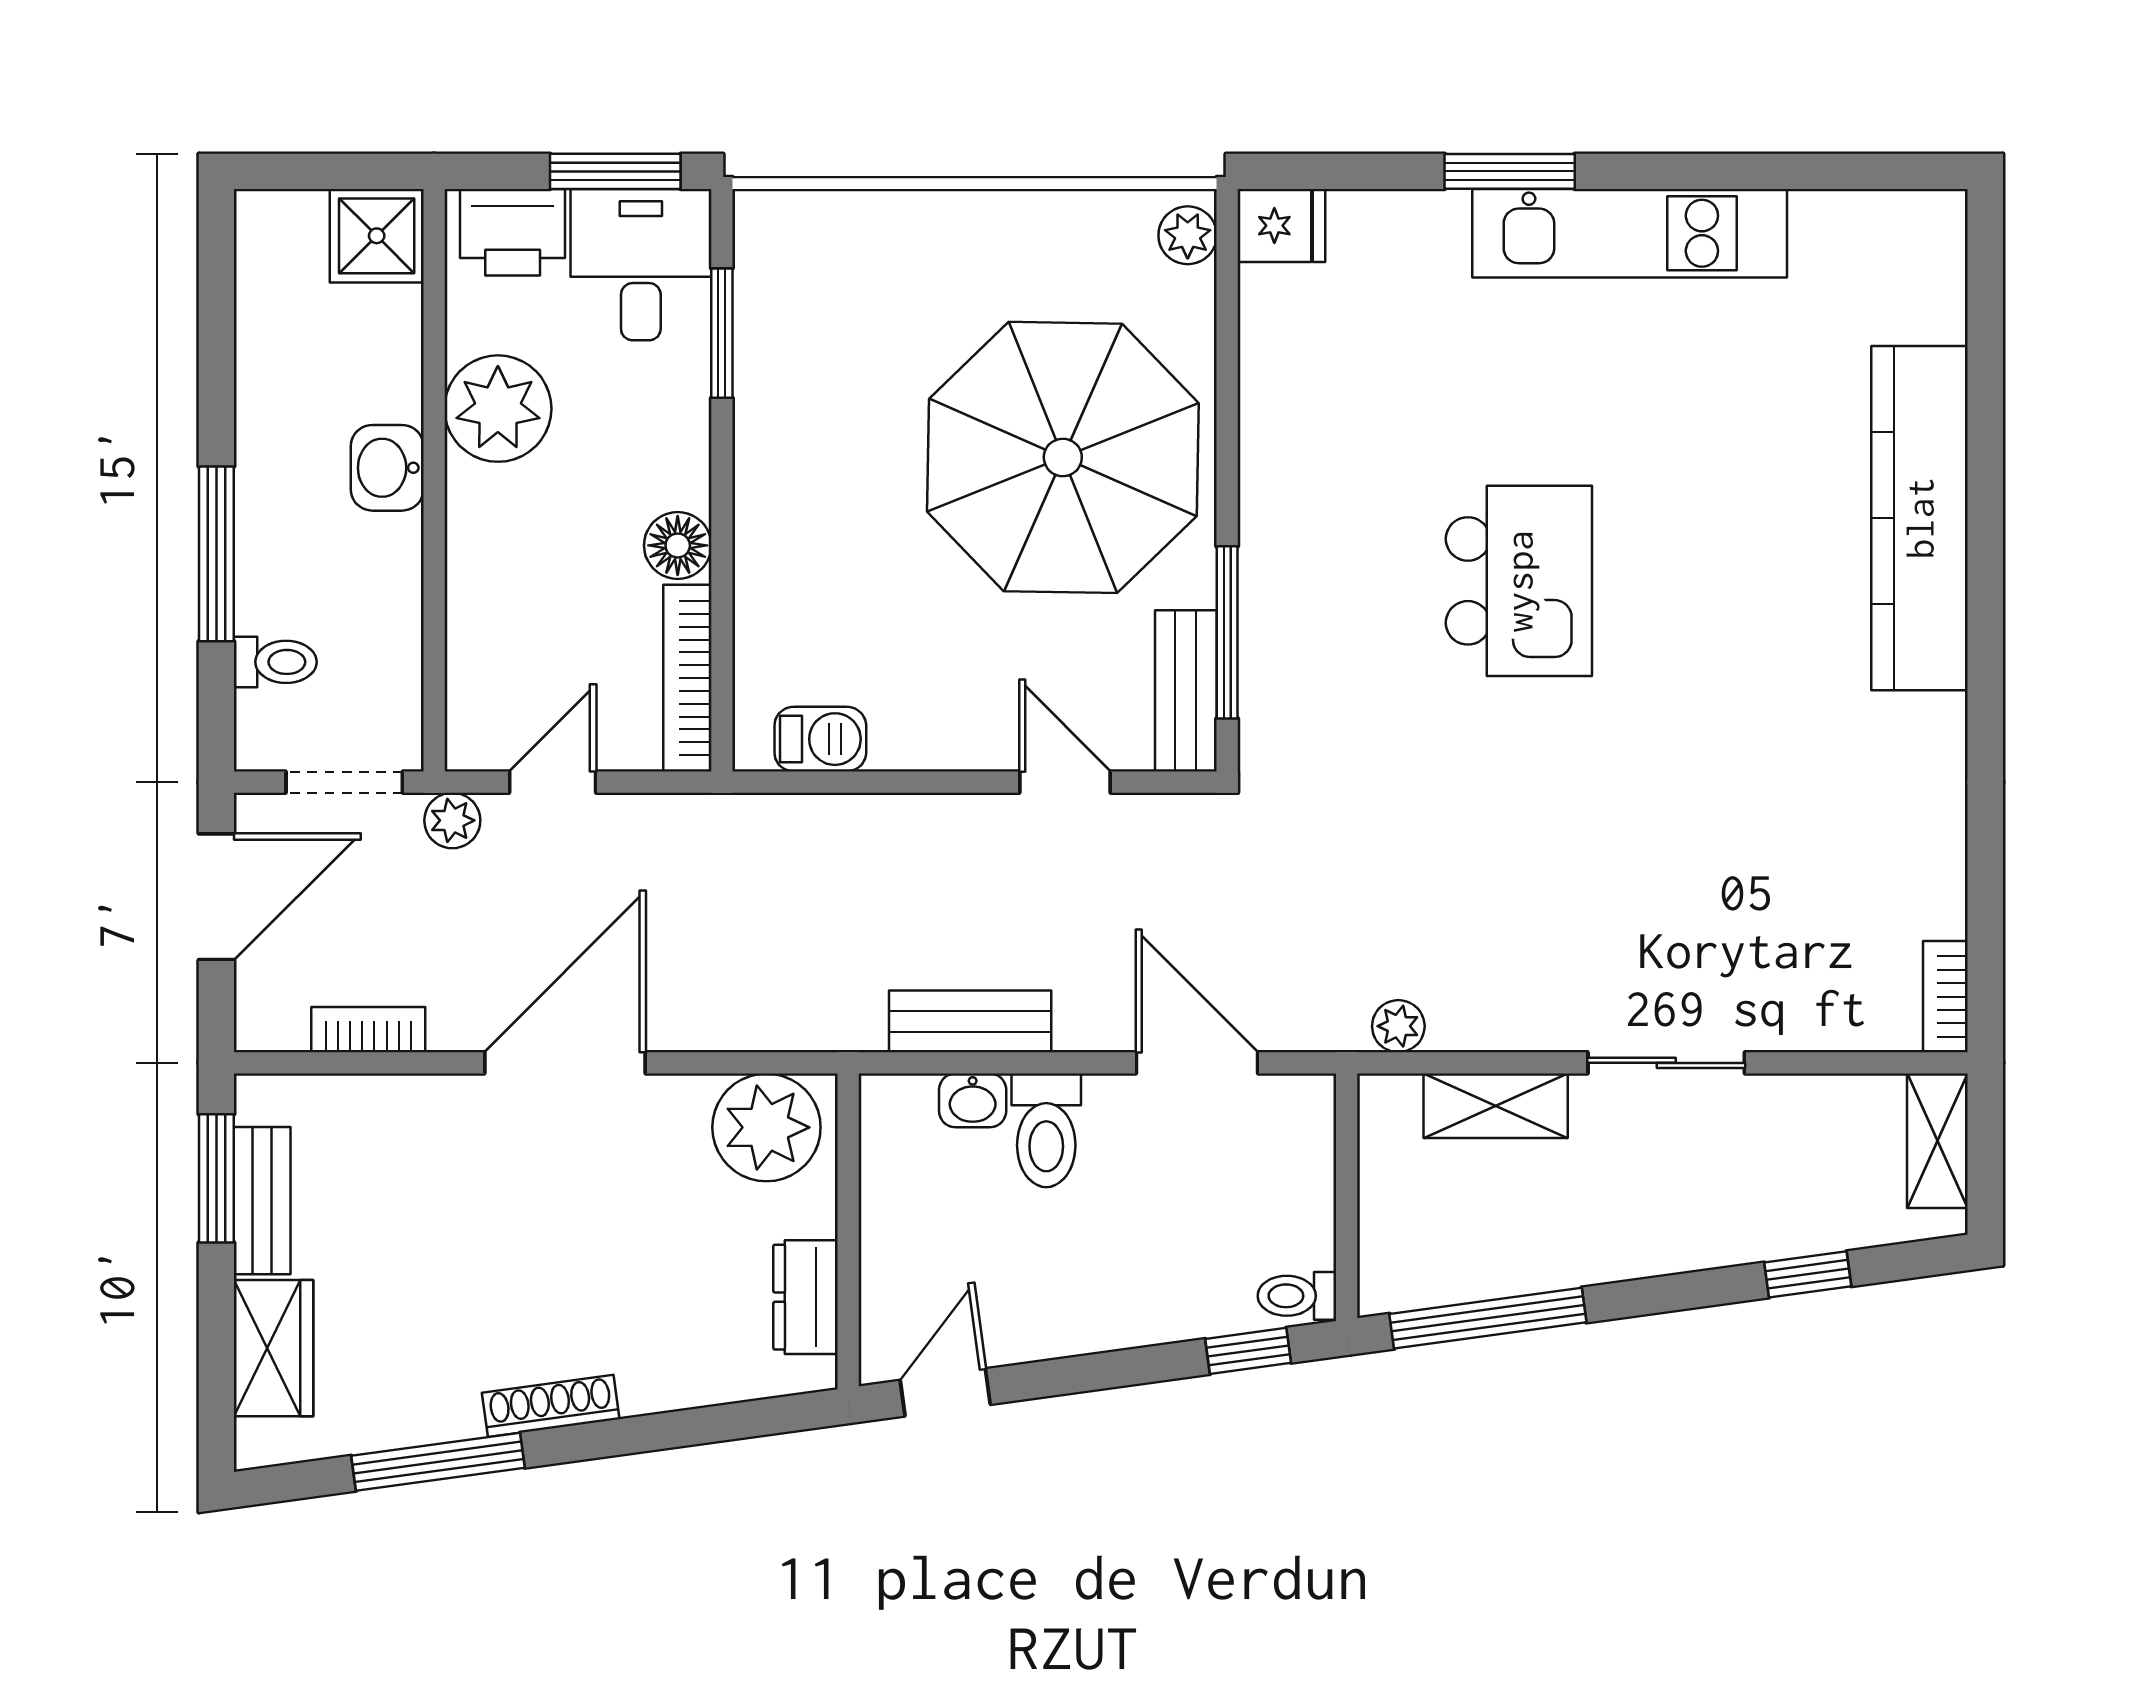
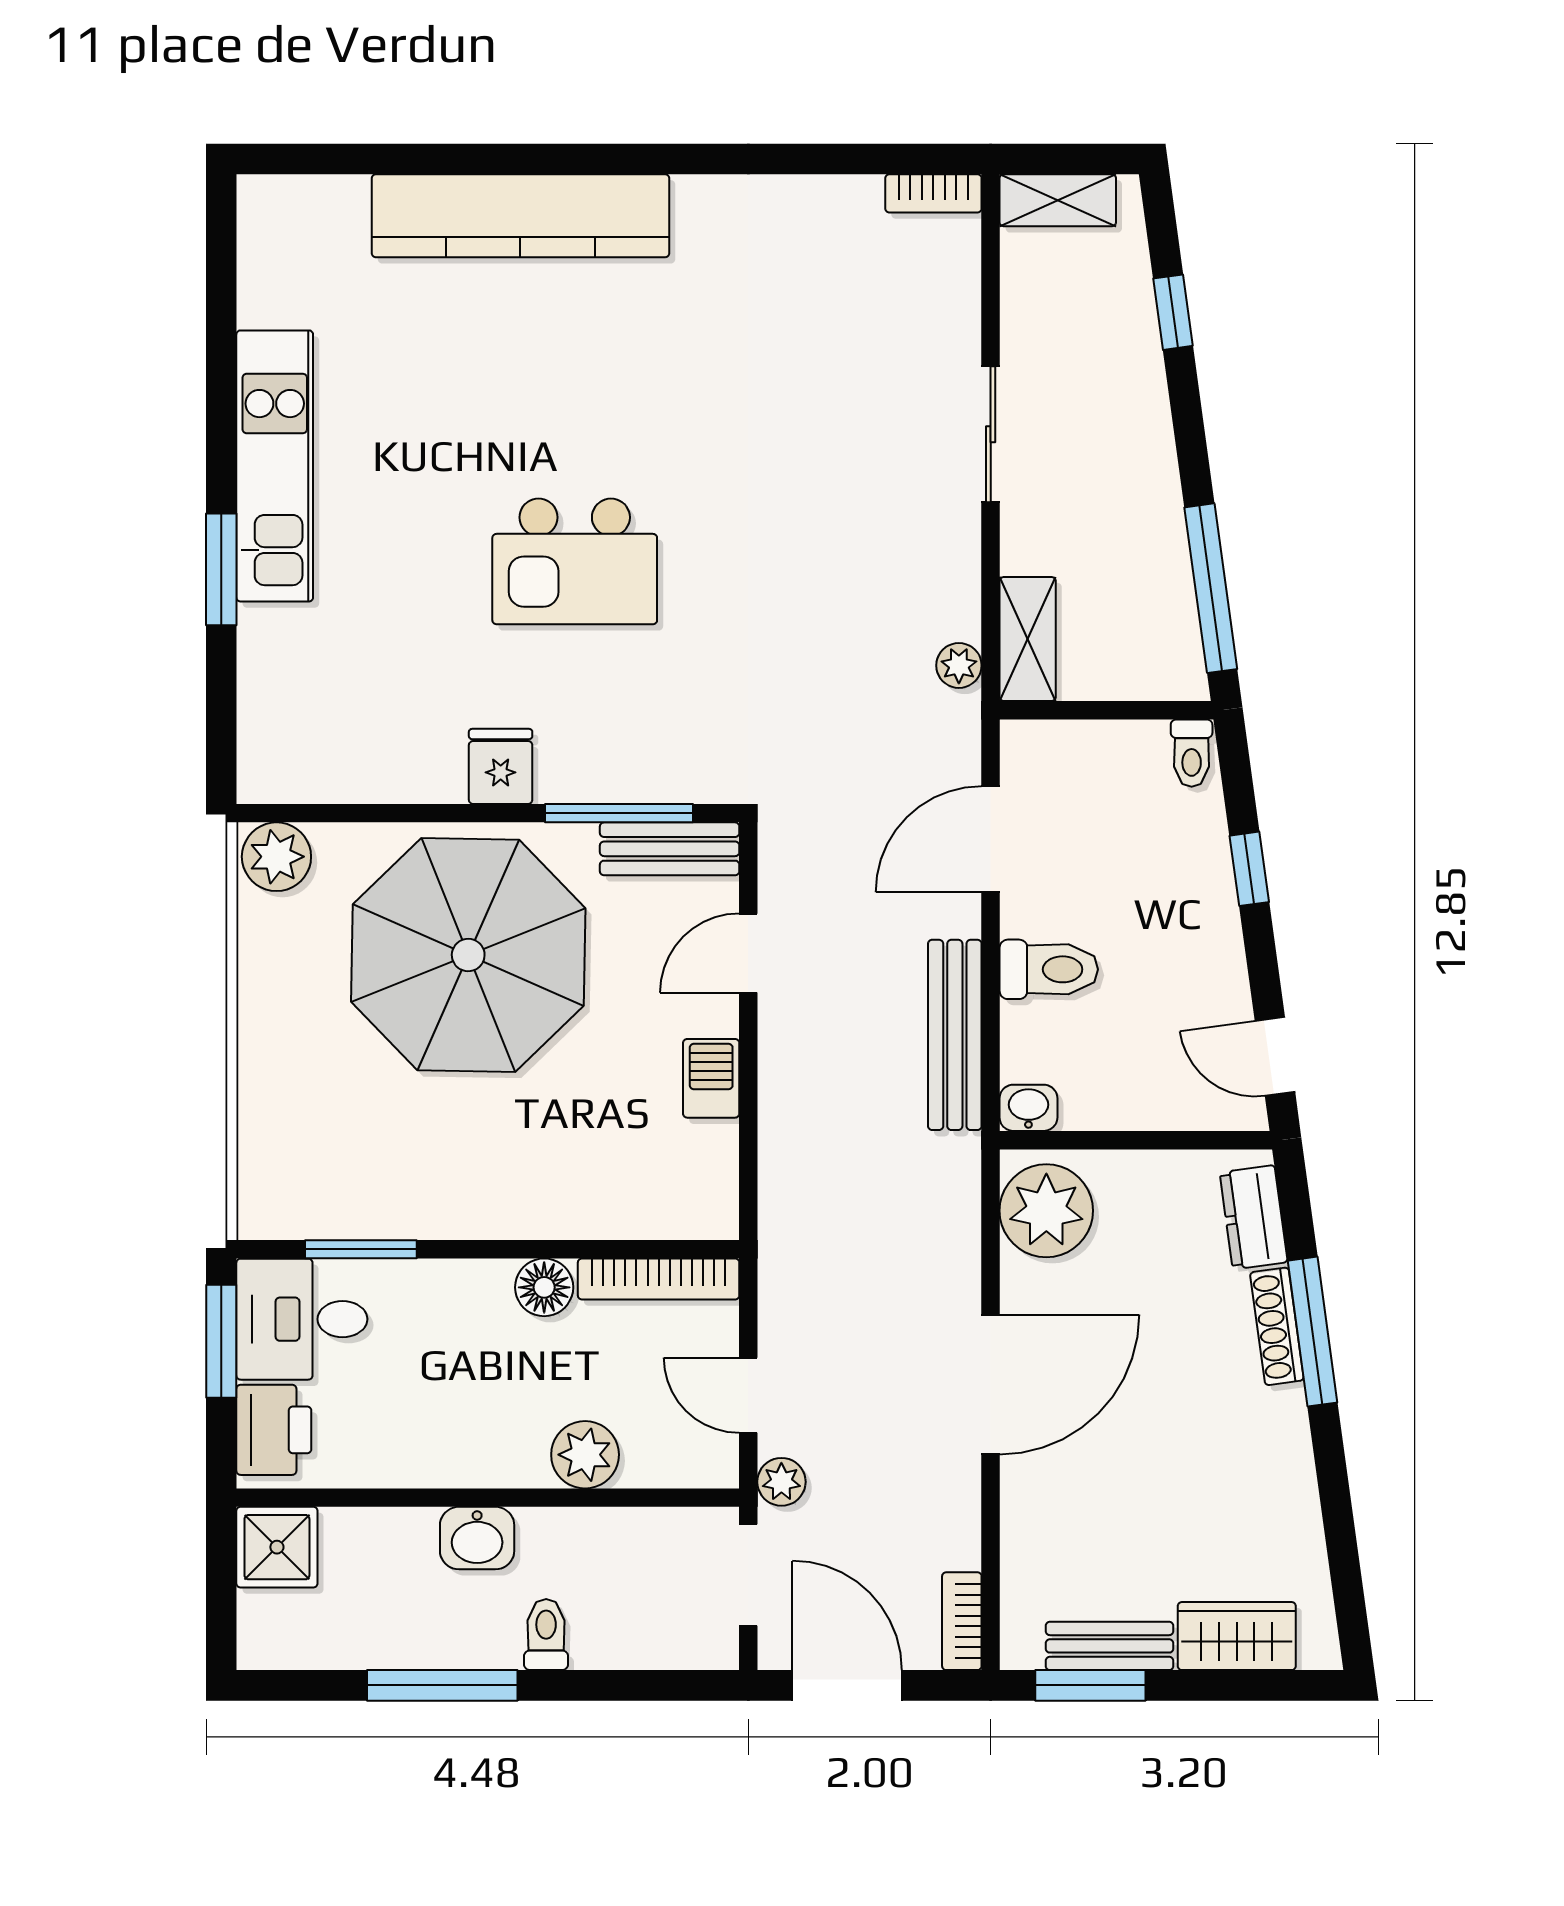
fridge: (1281, 226) -> (501, 766), moved
plant: (1188, 235) -> (276, 857), width x1.38, depth x1.38
plant: (498, 409) -> (585, 1455), moved, width x0.73, depth x0.73
window: (216, 554) -> (442, 1685), moved
kitchen island: (1519, 581) -> (575, 561), turned 180
toilet: (275, 662) -> (546, 1635), moved
barbecue: (820, 739) -> (711, 1078), moved
bench: (970, 1021) -> (955, 1035), width x1.36
bookcase: (368, 1030) -> (962, 1621), moved
door: (565, 1063) -> (991, 1385), swing flipped
washbasin: (973, 1100) -> (1028, 1108), moved, turned -90
shelving: (1496, 1106) -> (1028, 639), moved
dresser: (806, 1297) -> (1254, 1217), moved, turned 82
window: (1248, 1351) -> (1249, 869), moved
shoe rack: (551, 1406) -> (1277, 1326), moved
window: (438, 1462) -> (1313, 1332), moved

